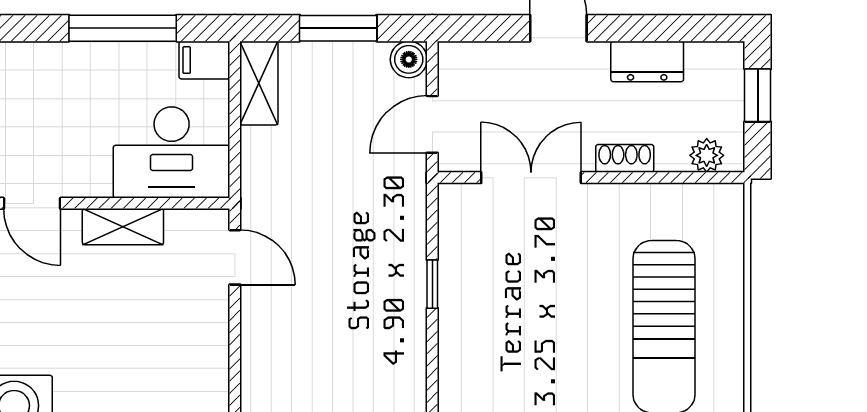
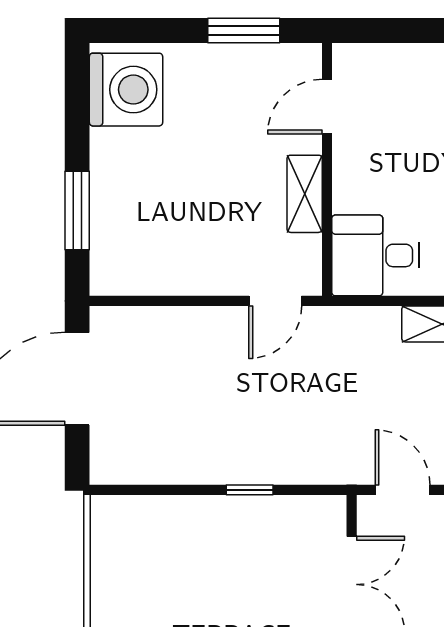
desk: (172, 152) -> (376, 255), width x0.73

